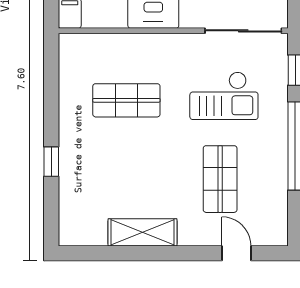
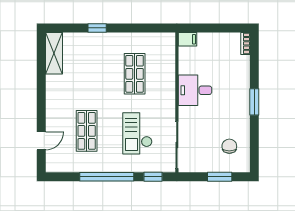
shop shelf: (220, 179) -> (87, 131), turned 90
shelving: (142, 232) -> (54, 53), moved

